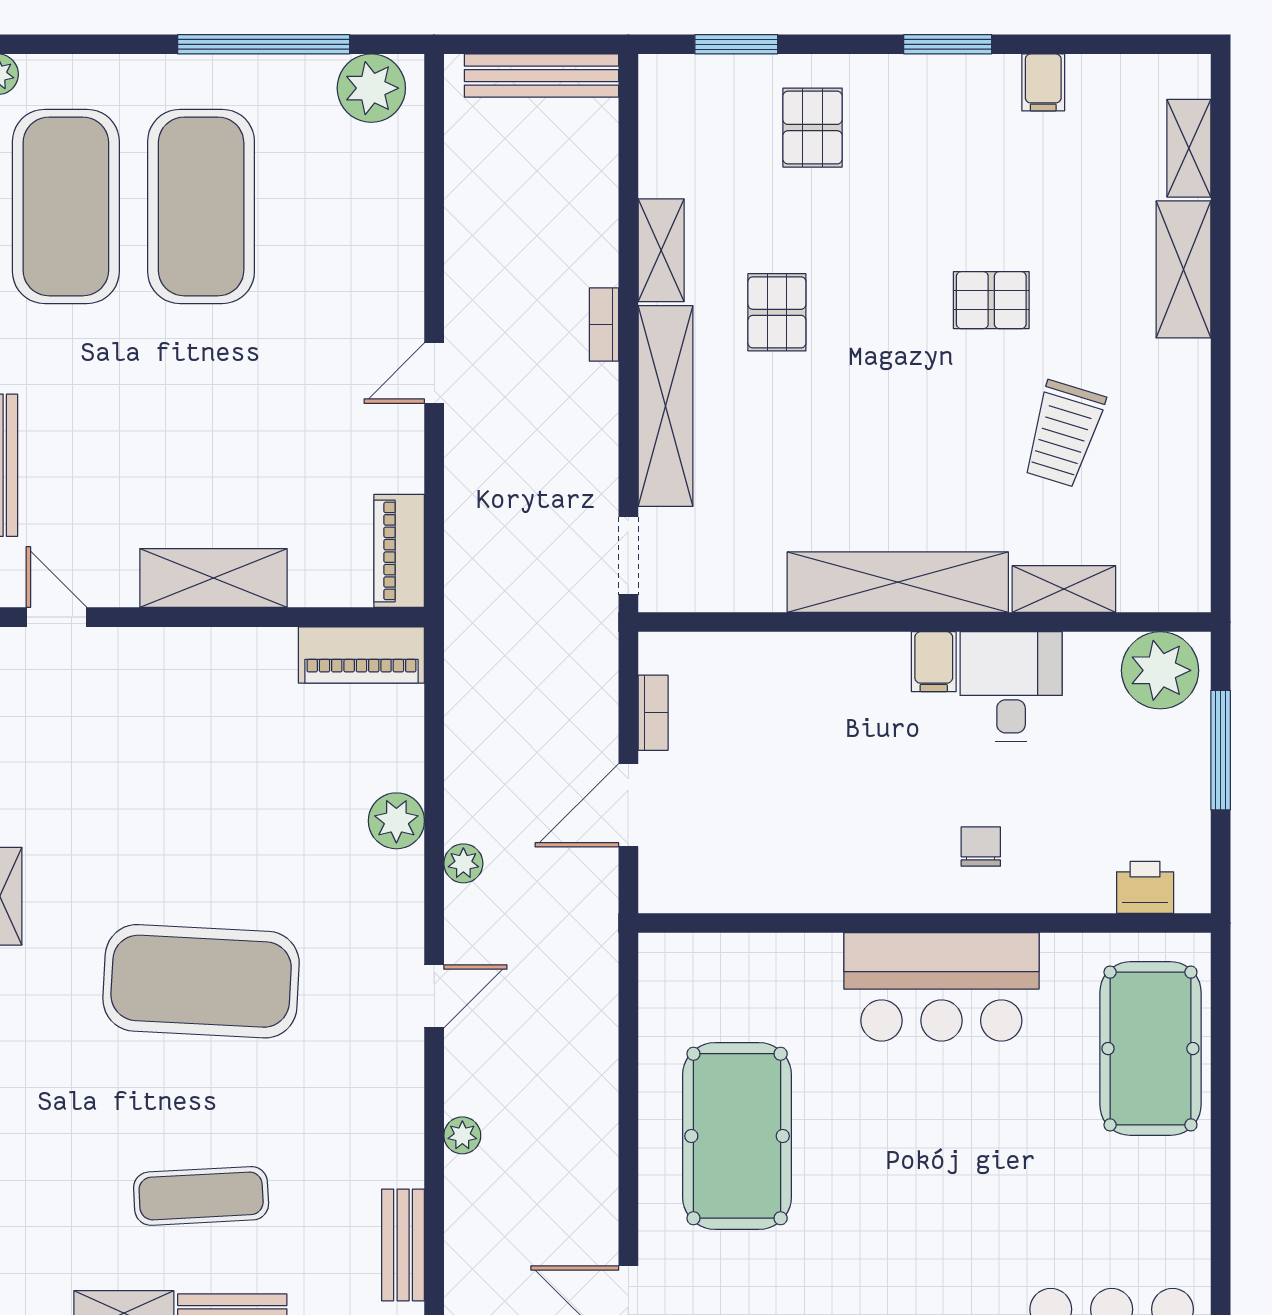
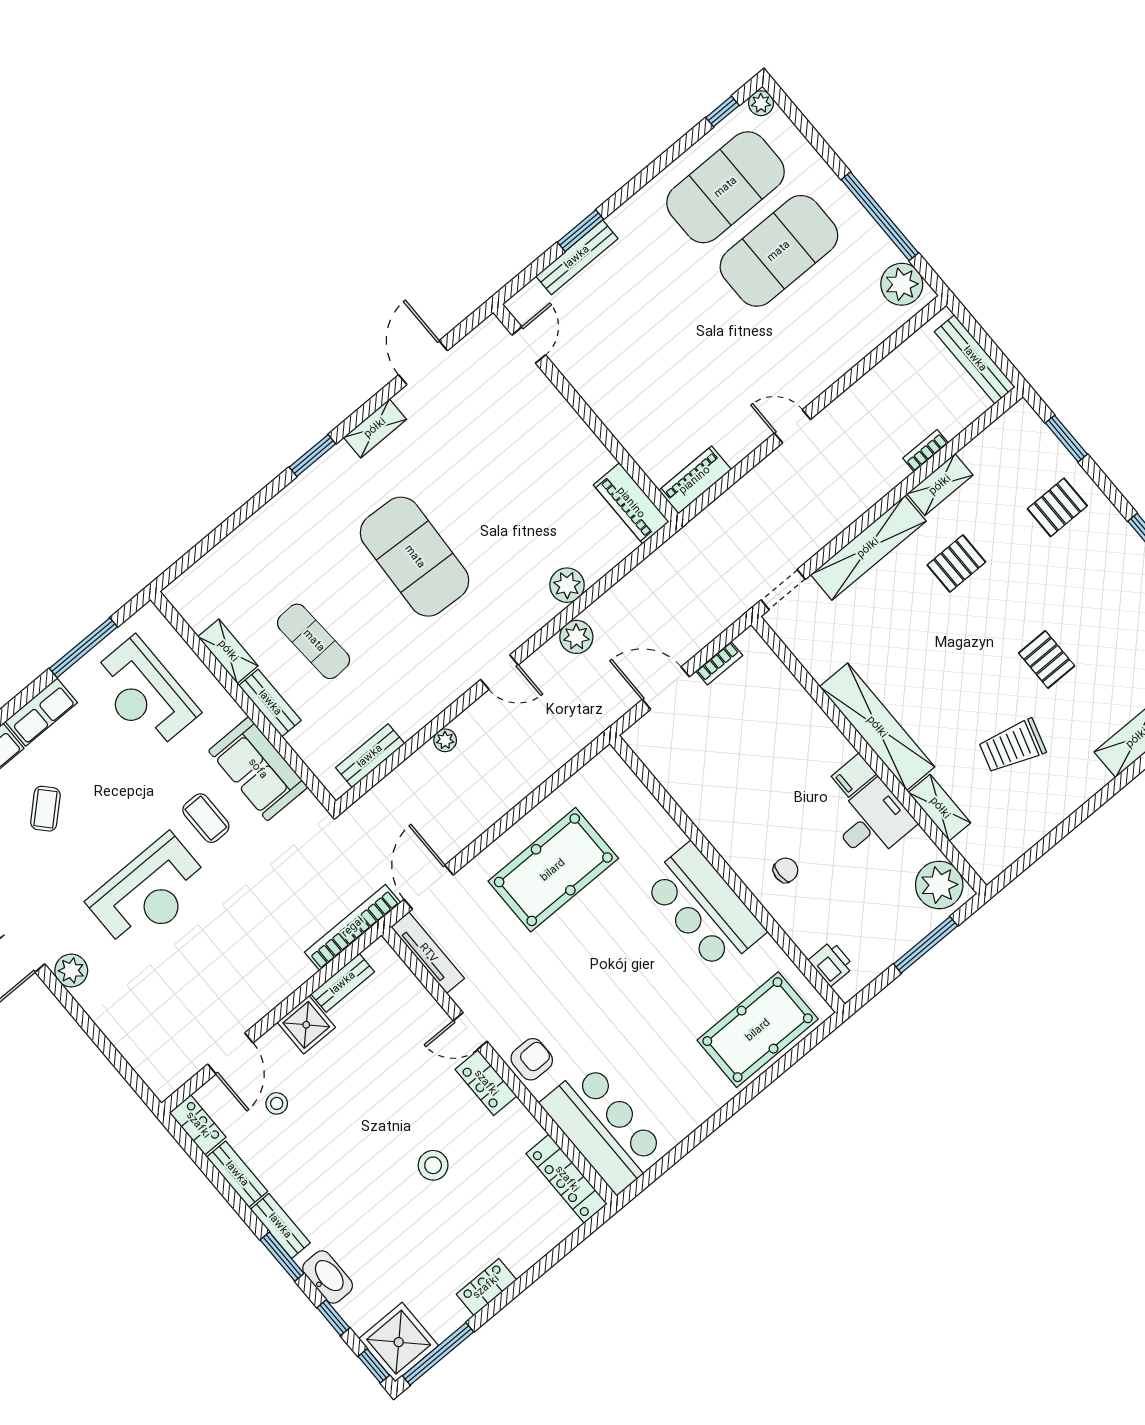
bookcase: (604, 325) -> (926, 451), moved
shelving: (213, 578) -> (609, 403), removed
plant: (463, 863) -> (576, 637), width x1.38, depth x1.38

